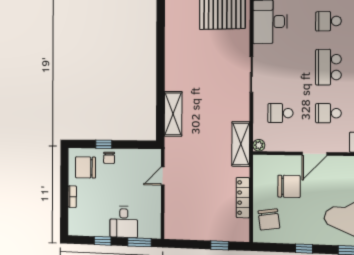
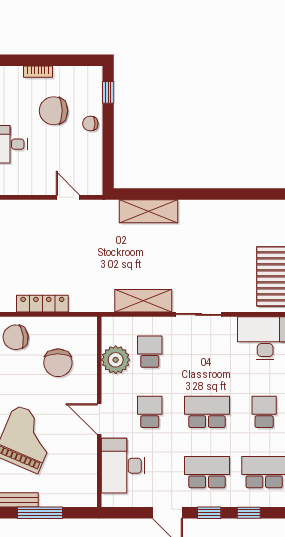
window: (104, 144) -> (108, 92), moved
shelving: (241, 144) -> (143, 301), moved
plant: (259, 145) -> (116, 360), moved, width x1.87, depth x1.87
door: (314, 154) -> (99, 419), moved
chair: (85, 167) -> (53, 111), moved, turned -90

